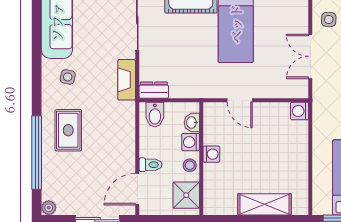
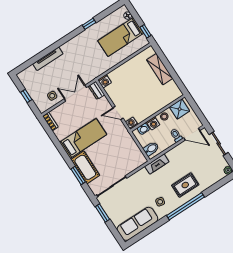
double door: (310, 56) -> (75, 93), swing flipped
fireplace: (127, 80) -> (157, 164), moved
dresser: (154, 90) -> (96, 90), moved
door: (240, 100) -> (118, 113), swing flipped
window: (37, 153) -> (185, 206), moved
washing machine: (211, 154) -> (132, 123), moved

